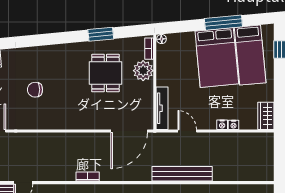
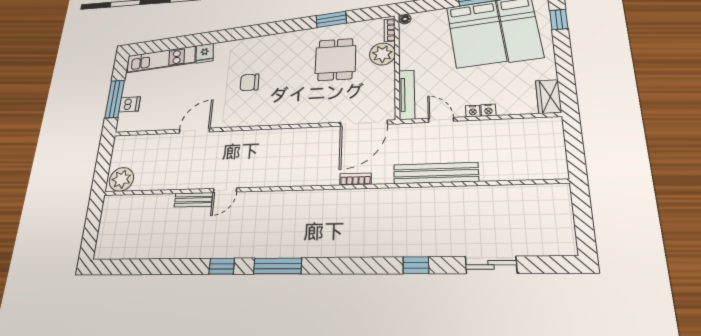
nightstand: (234, 125) -> (473, 111), moved
bookcase: (88, 177) -> (356, 179), moved

